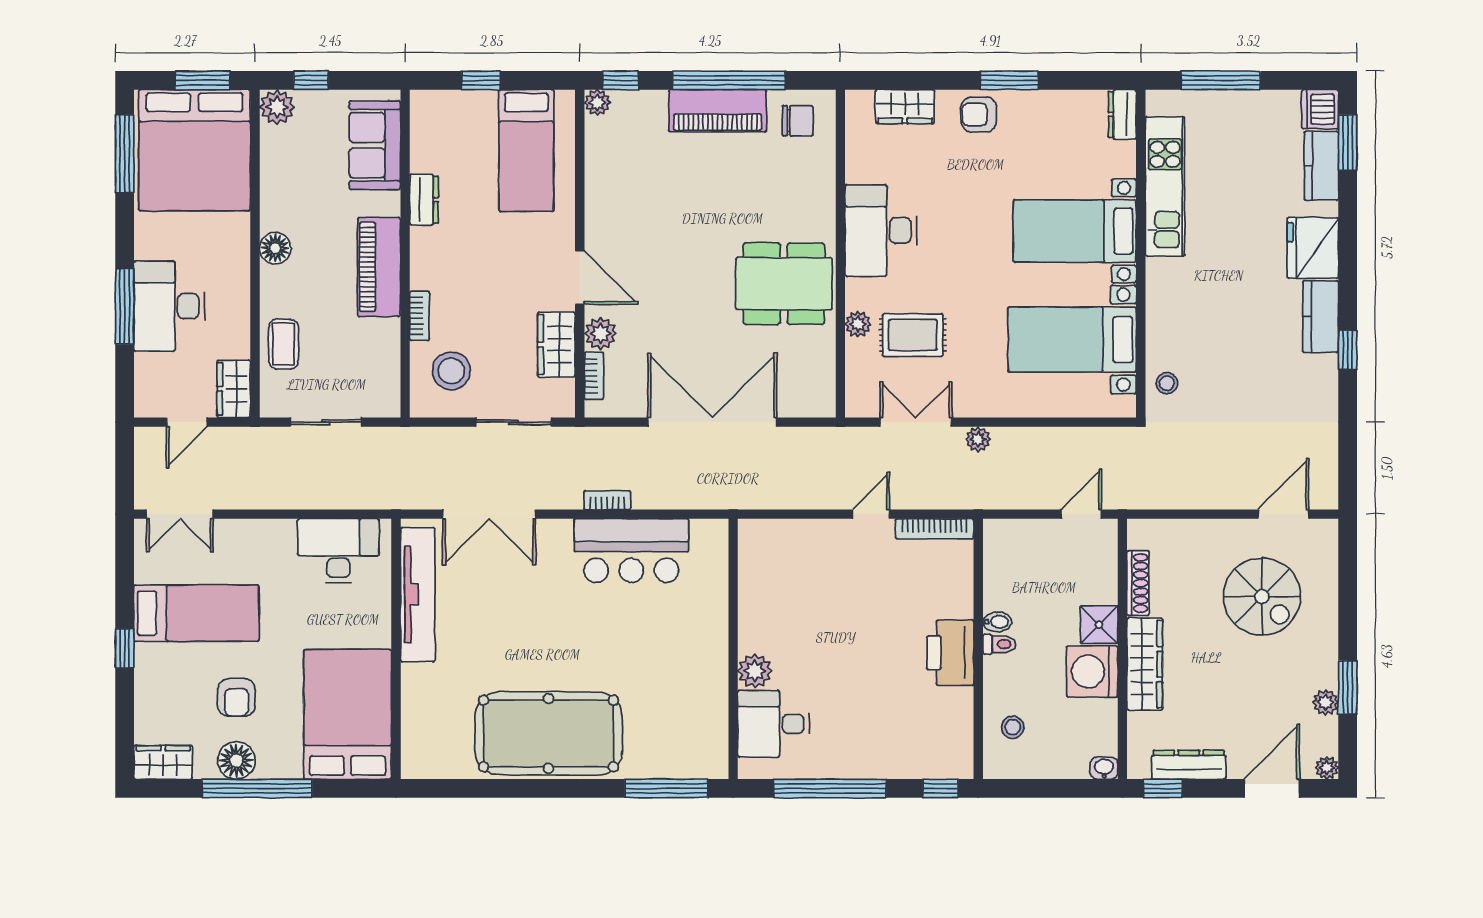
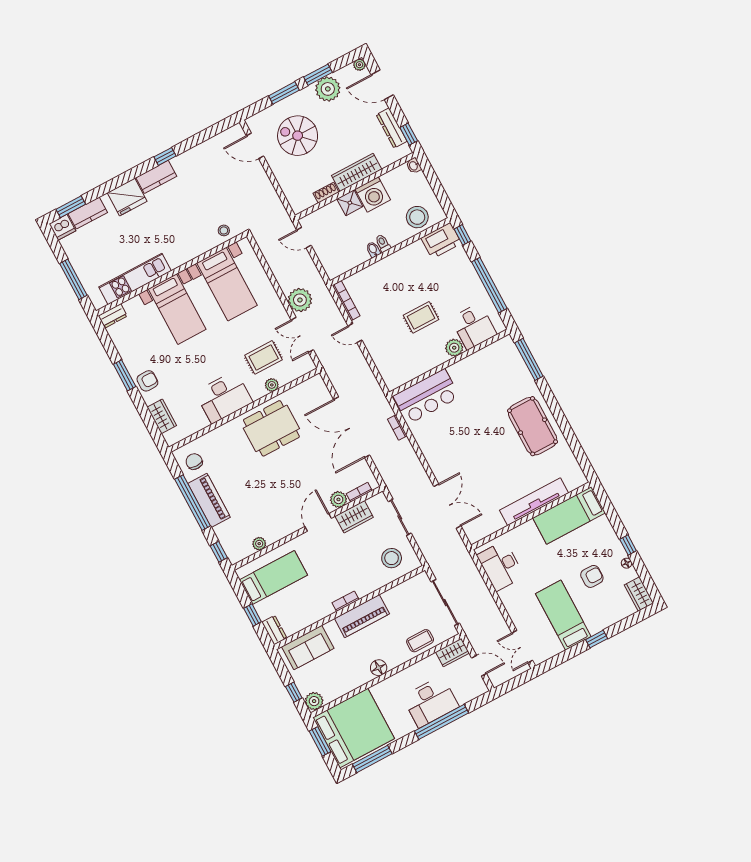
plant: (597, 102) -> (259, 544), moved
armchair: (979, 115) -> (147, 381), turned -90
dresser: (424, 200) -> (274, 630), moved, turned 90
dining table: (784, 284) -> (271, 428), turned 90
window: (125, 306) -> (442, 722), width x1.46
bookcase: (420, 316) -> (345, 601), moved
rug: (913, 335) -> (264, 357), turned 90
sliding door: (326, 422) -> (445, 603), width x1.37
plant: (978, 439) -> (300, 300), width x1.87, depth x1.87
bookcase: (607, 500) -> (397, 428), moved
double door: (180, 514) -> (522, 647), swing flipped
bar counter: (631, 551) -> (426, 396), moved, turned 90
shoe rack: (1138, 583) -> (326, 193), width x0.70
tv unit: (418, 595) -> (534, 502), moved
spiral stairs: (1262, 597) -> (298, 136), turned -90
window: (1348, 612) -> (284, 93), added
rug: (837, 642) -> (421, 317), added
printer: (950, 653) -> (441, 241), moved
plant: (1326, 702) -> (328, 89), width x1.87, depth x1.87
bed: (348, 714) -> (569, 515), width x0.67
stool: (1013, 727) -> (417, 217), width x1.89, depth x1.89
pool table: (549, 733) -> (533, 426), width x0.73, depth x0.76
floor lamp: (236, 760) -> (627, 563), width x0.53, depth x0.53
window: (257, 788) -> (628, 545), width x0.32

